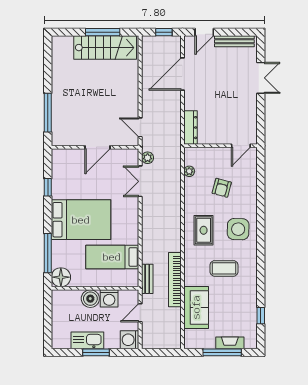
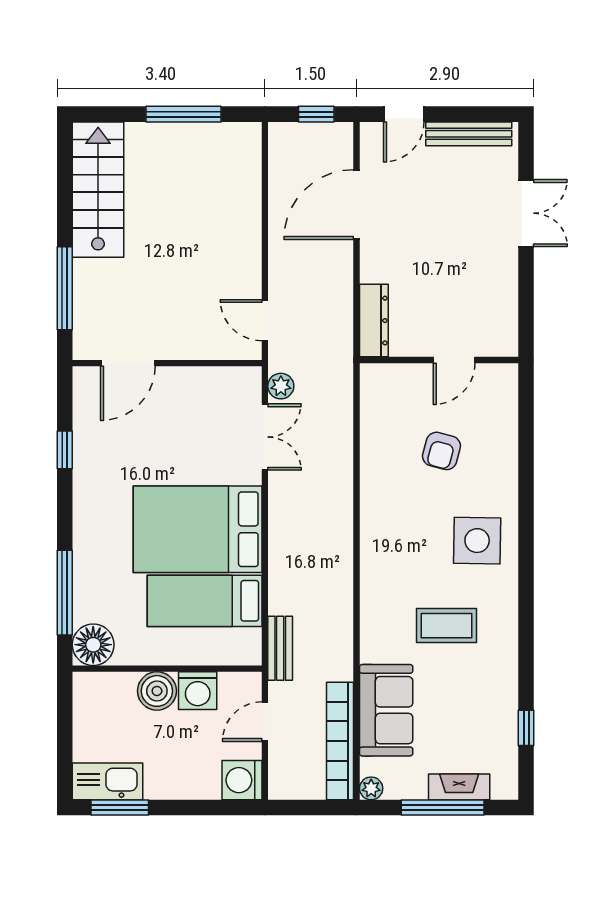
stairs: (105, 48) -> (98, 190), moved, turned -90
door: (241, 146) -> (454, 360), moved
door: (98, 147) -> (128, 363), moved
plant: (189, 171) -> (371, 788), moved
double door: (140, 181) -> (265, 437), swing flipped
bed: (81, 220) -> (198, 529), moved, turned 180
rug: (204, 230) -> (402, 543), removed
bookcase: (175, 280) -> (340, 741), moved
kitchen sink: (87, 340) -> (107, 781), moved
window: (96, 352) -> (120, 808), moved

